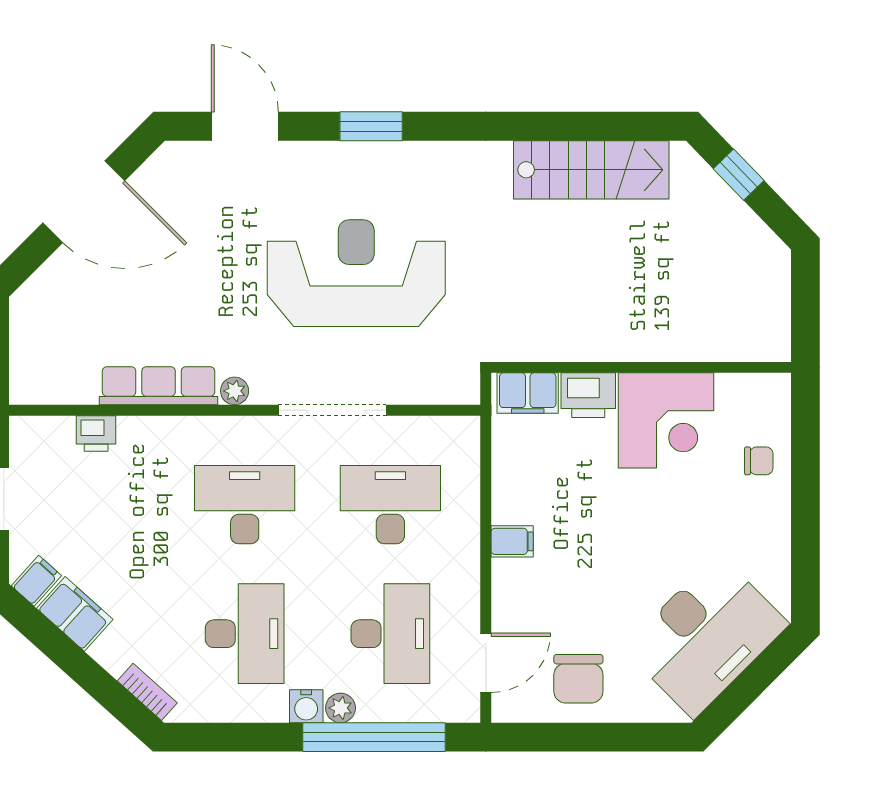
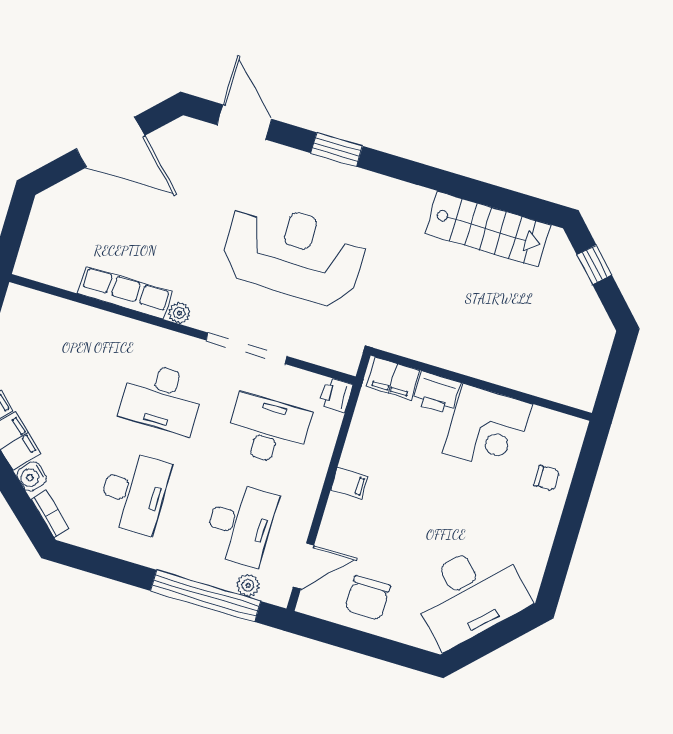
printer: (96, 433) -> (336, 395), moved, turned 90
desk: (245, 505) -> (162, 398), turned 180
water cooler: (306, 706) -> (32, 476), moved, turned 42
plant: (340, 708) -> (248, 585), moved

